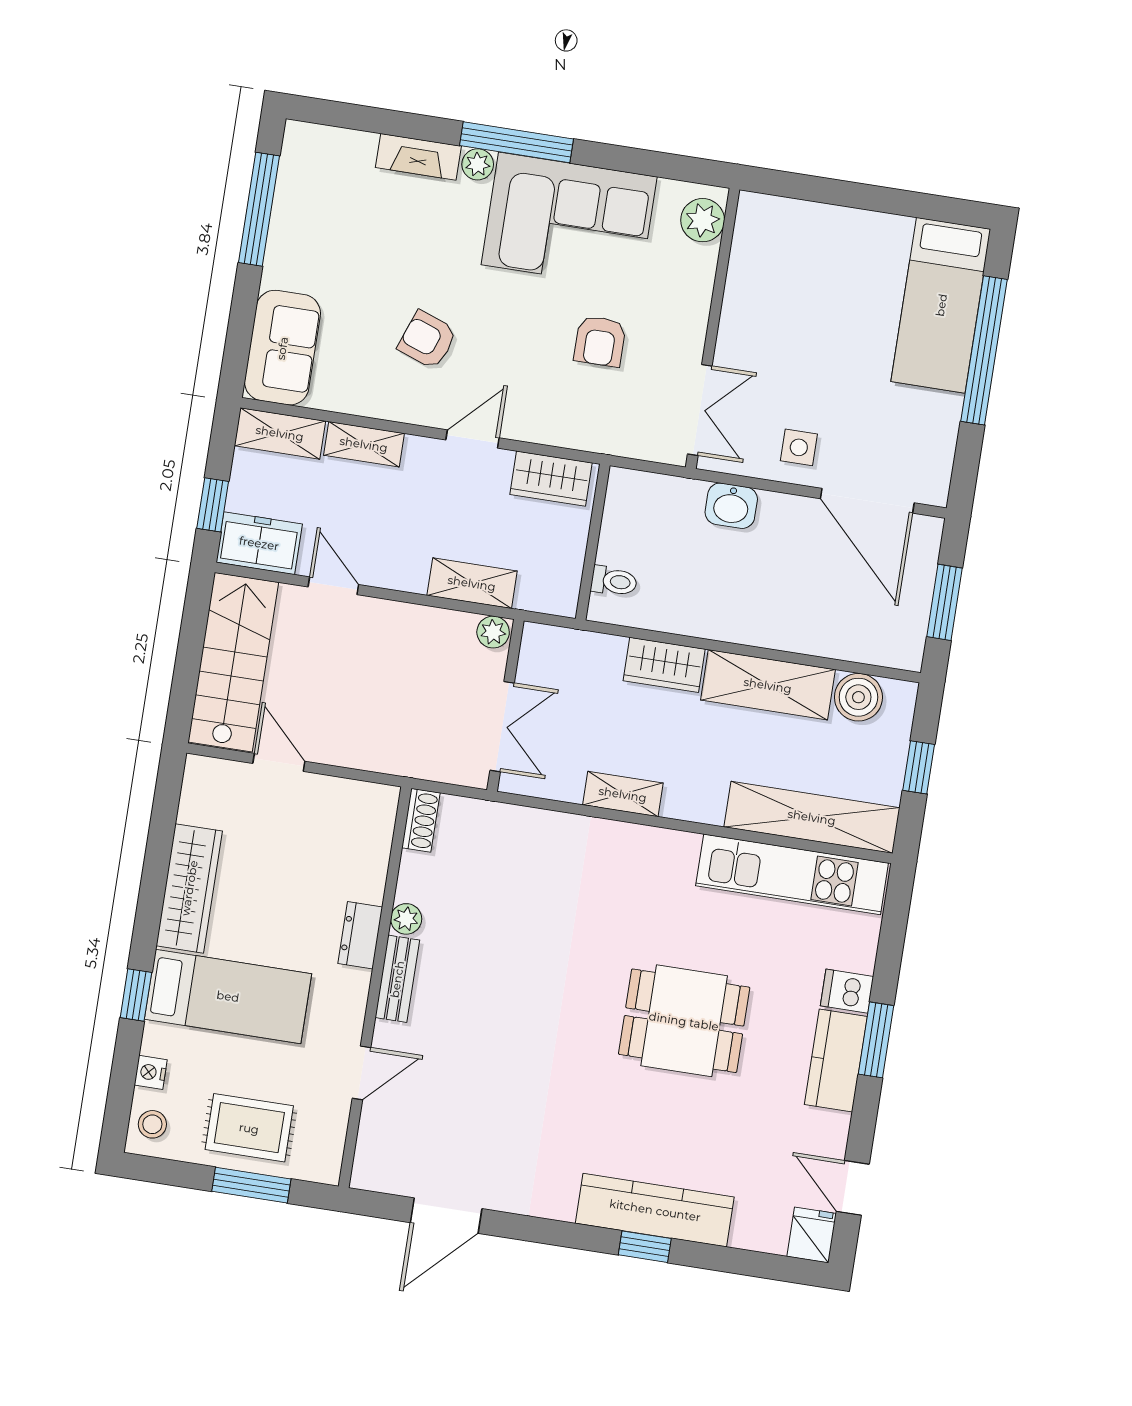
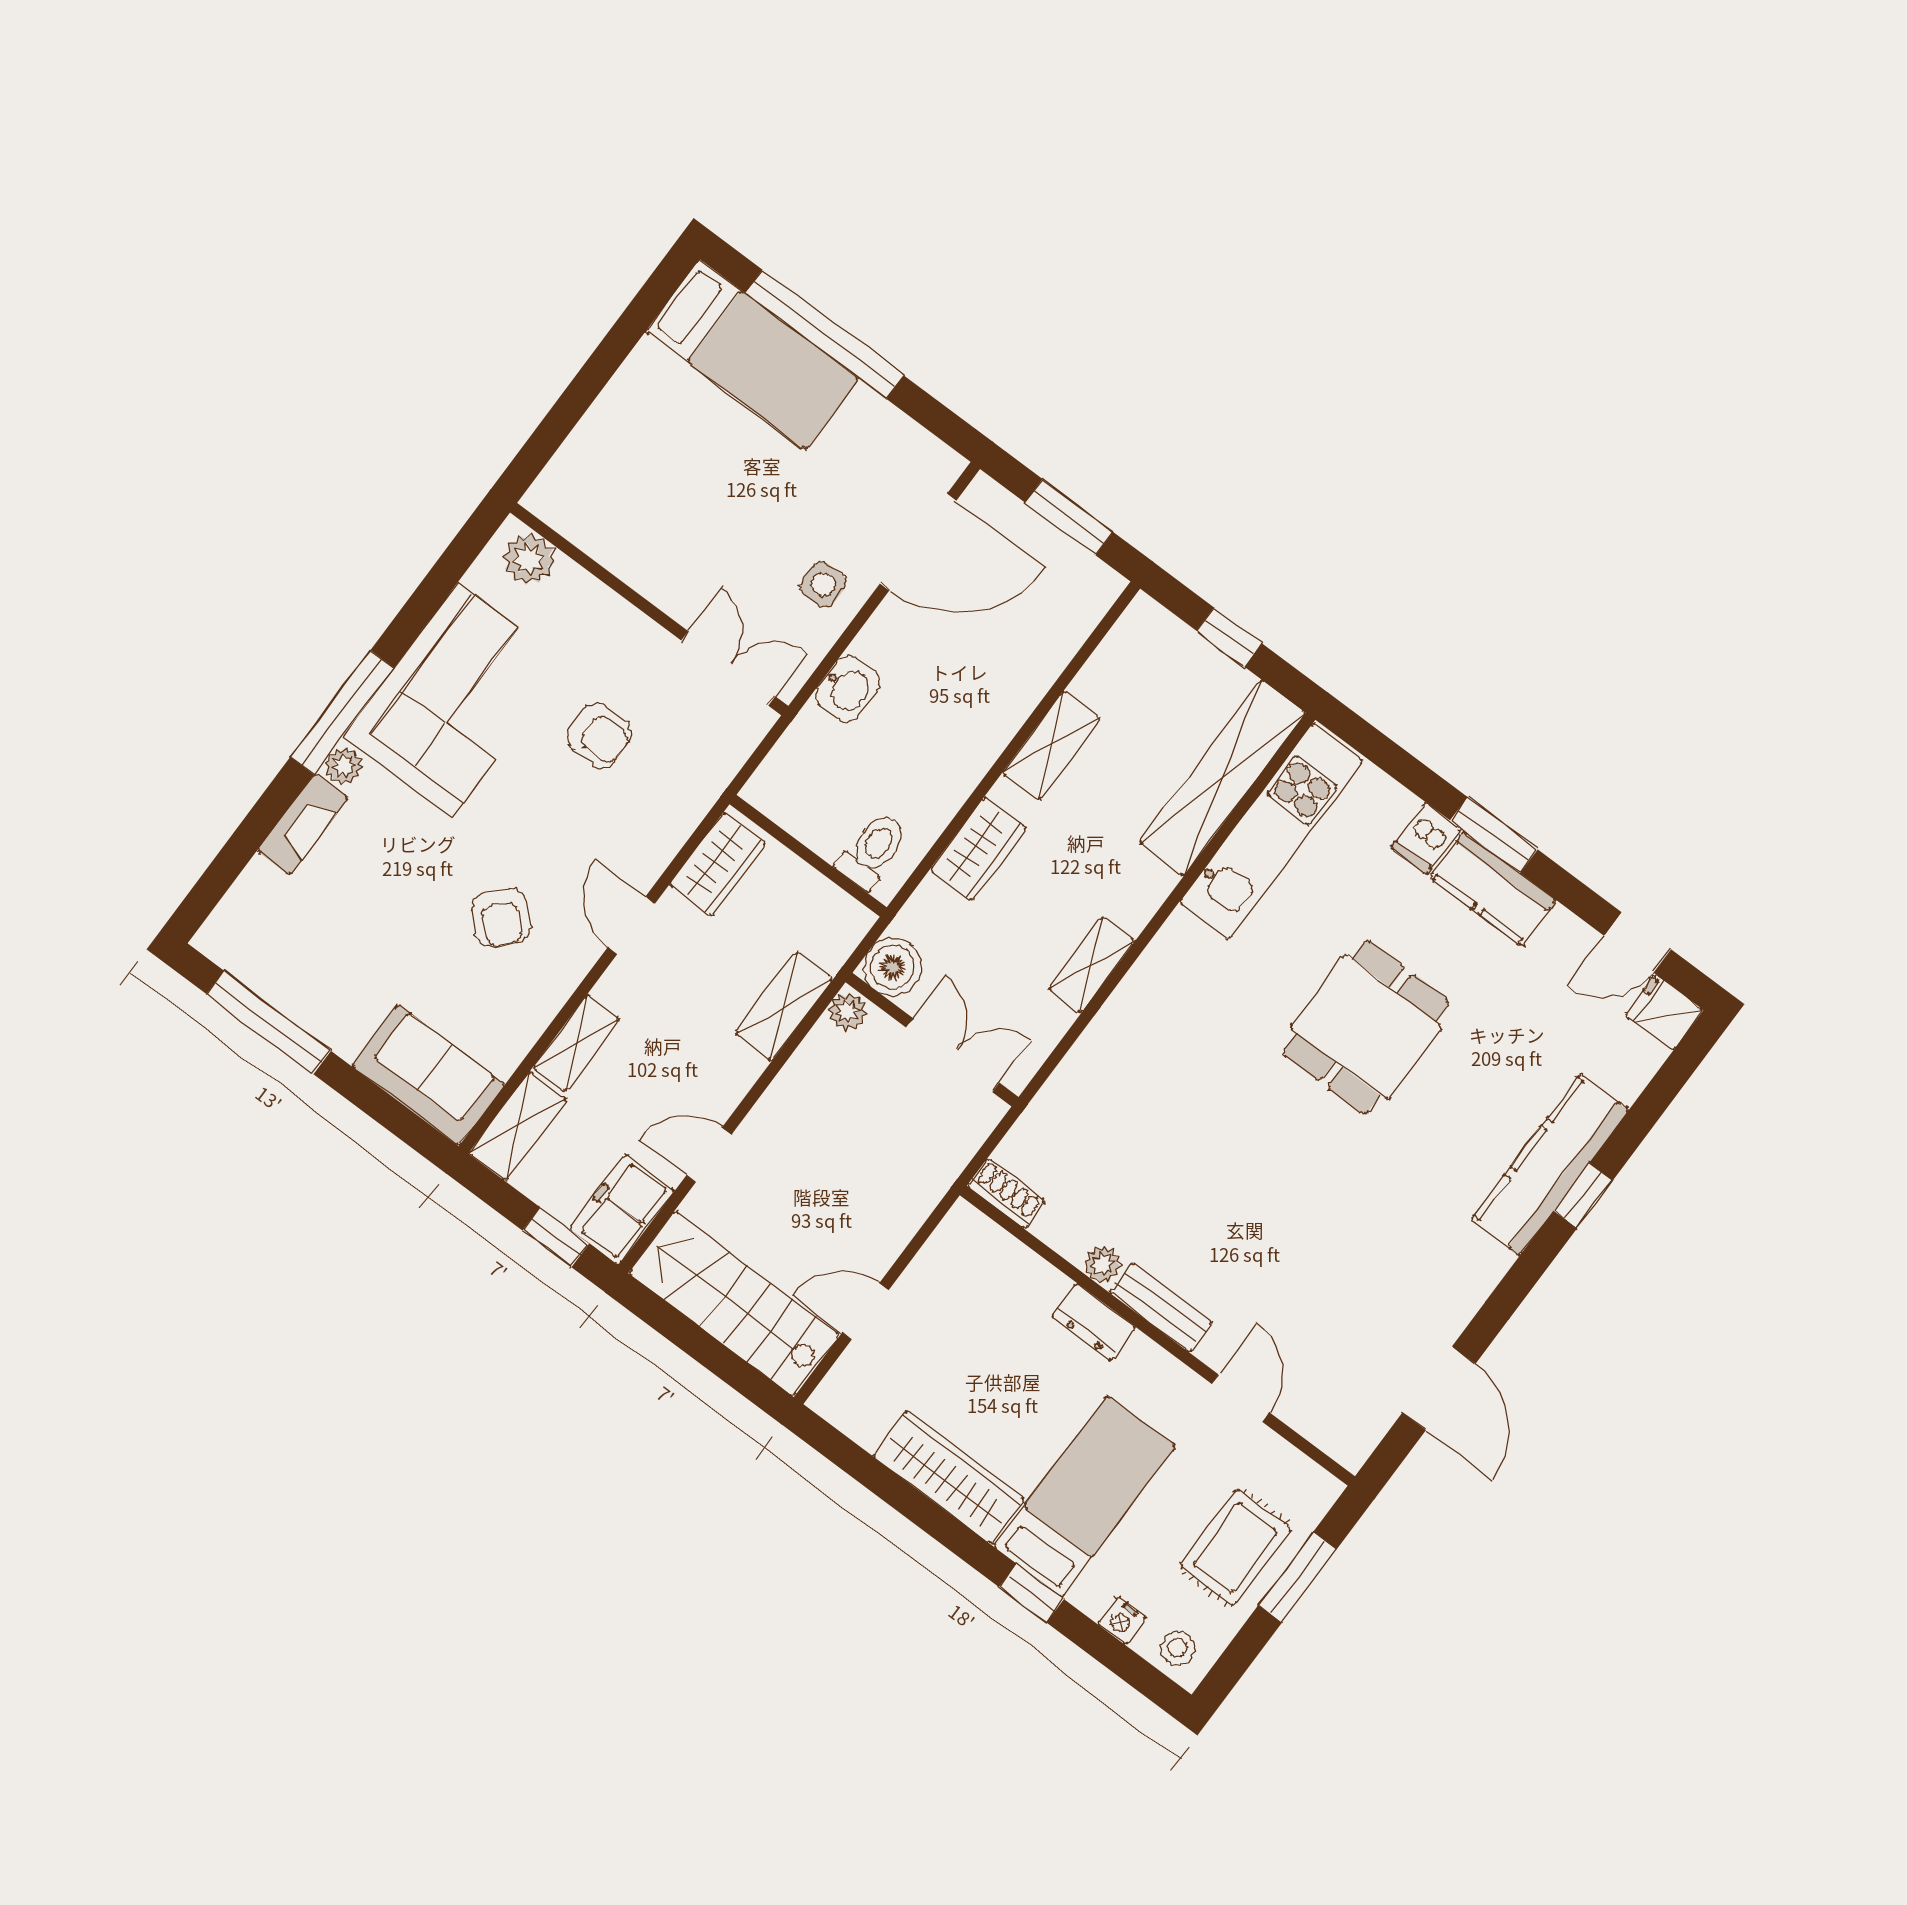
armchair: (427, 340) -> (501, 917), turned -65
toilet: (614, 581) -> (872, 851), width x1.37, depth x1.39
shelving: (768, 685) -> (1051, 746), width x0.67, depth x0.75
boiler: (858, 697) -> (893, 967), moved

